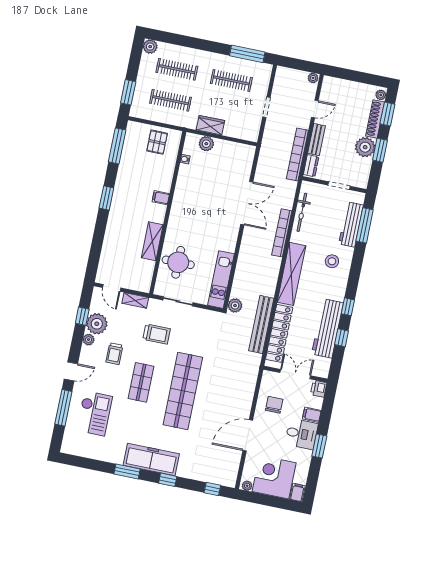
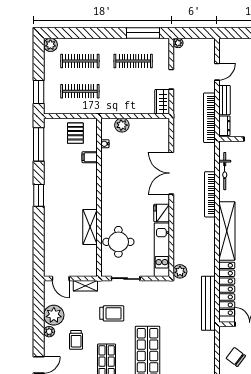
plant: (313, 78) -> (178, 43), moved
wardrobe: (210, 125) -> (162, 102), moved, turned -90
filing cabinet: (161, 198) -> (90, 157), moved
double door: (247, 203) -> (171, 173), swing flipped
fridge: (229, 242) -> (162, 213), added
window: (82, 316) -> (39, 311), removed
bench: (261, 325) -> (208, 303), moved
chair: (274, 405) -> (236, 357), turned -53

